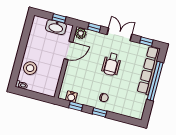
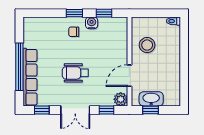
wheelchair: (111, 64) -> (75, 73), turned -90
stool: (30, 68) -> (147, 45), moved
water cooler: (71, 97) -> (92, 23), moved

